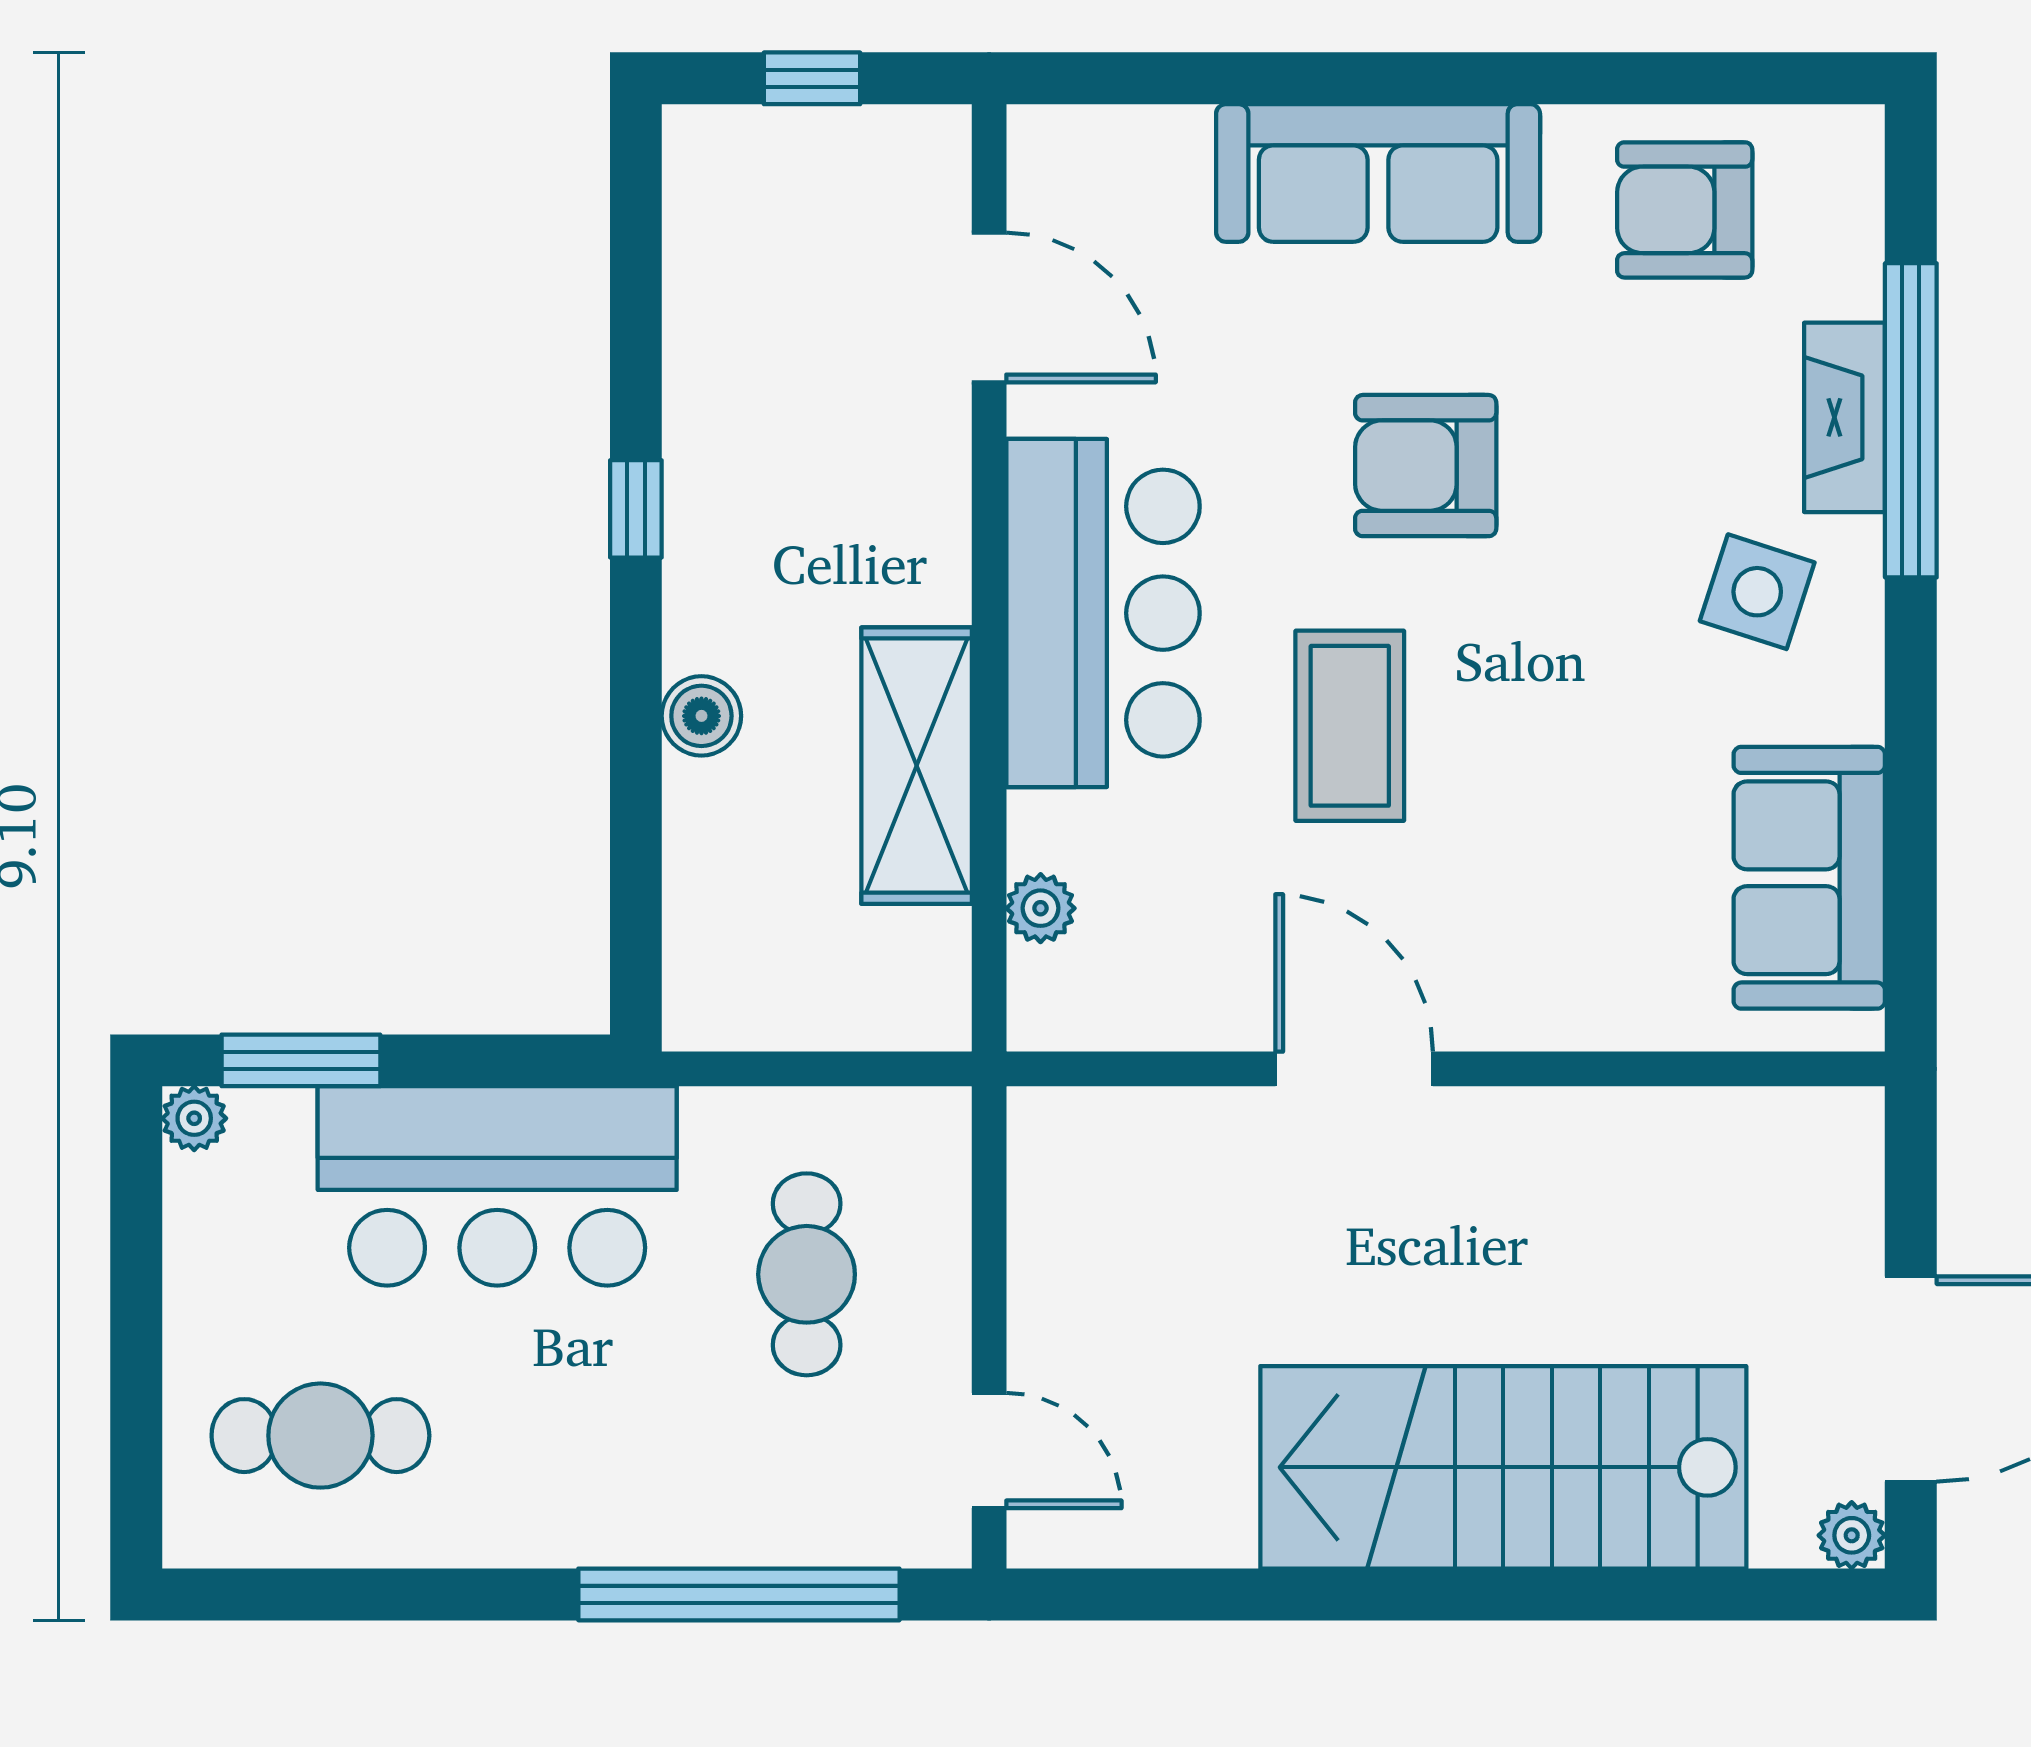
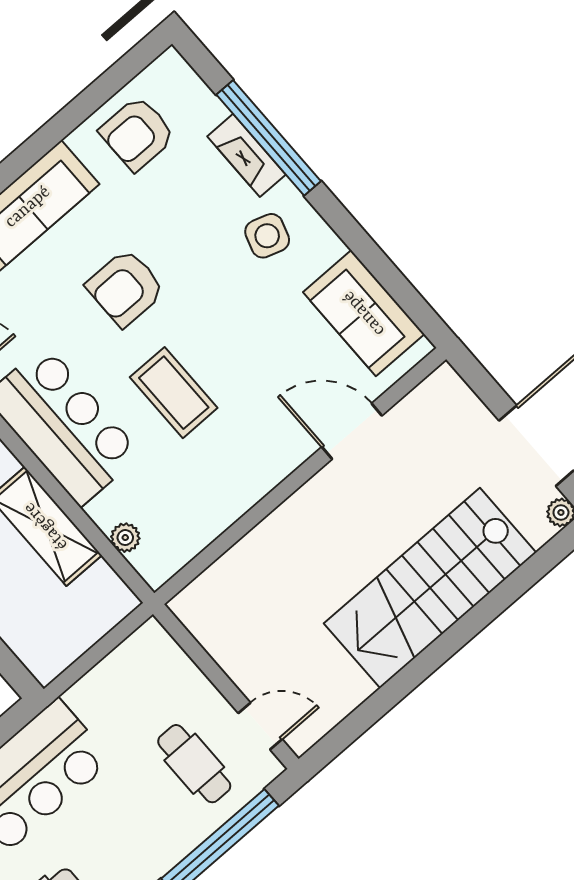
door: (1354, 1069) -> (352, 431), moved
cafe table: (807, 1274) -> (194, 764), moved

